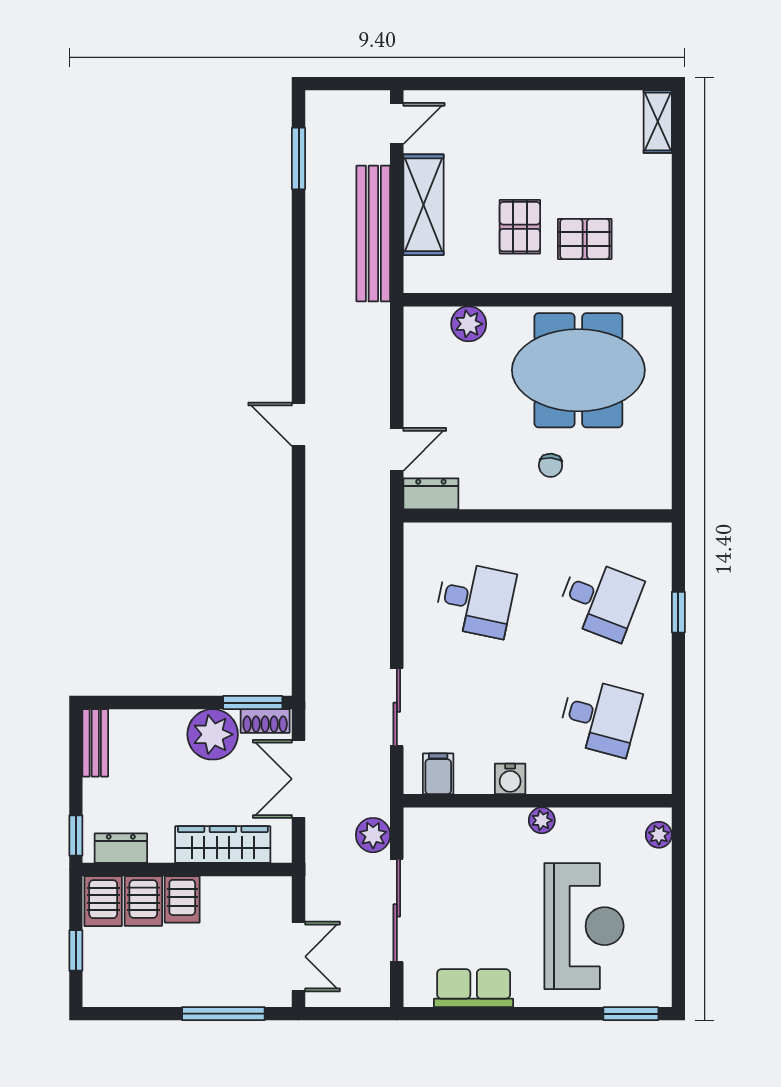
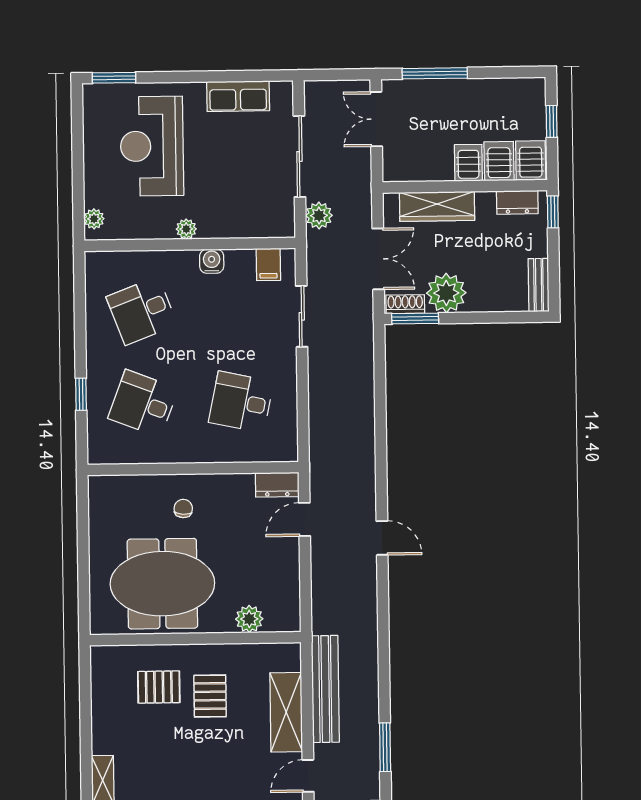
desk: (600, 717) -> (142, 311), turned -36

